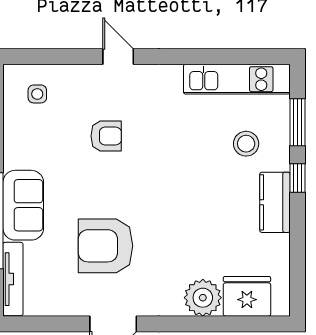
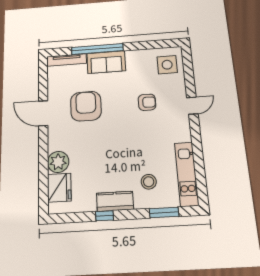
side table: (37, 94) -> (167, 65), width x1.87, depth x1.87
armchair: (106, 136) -> (147, 102), turned -90
window: (298, 178) -> (105, 216), moved

